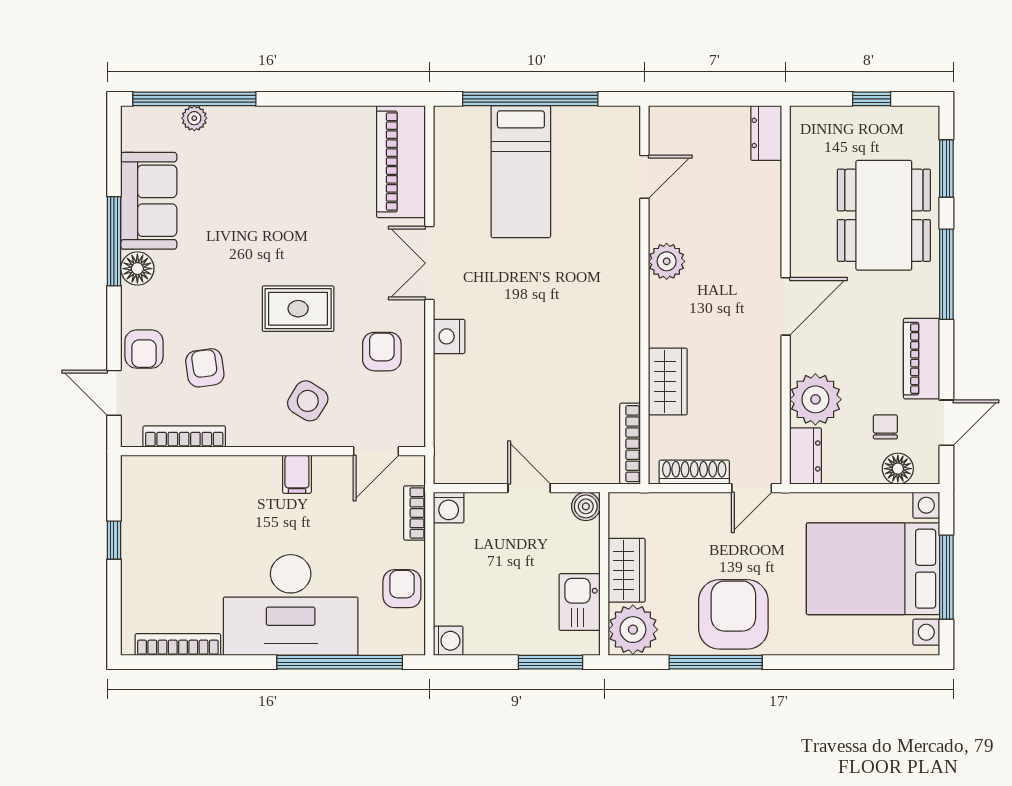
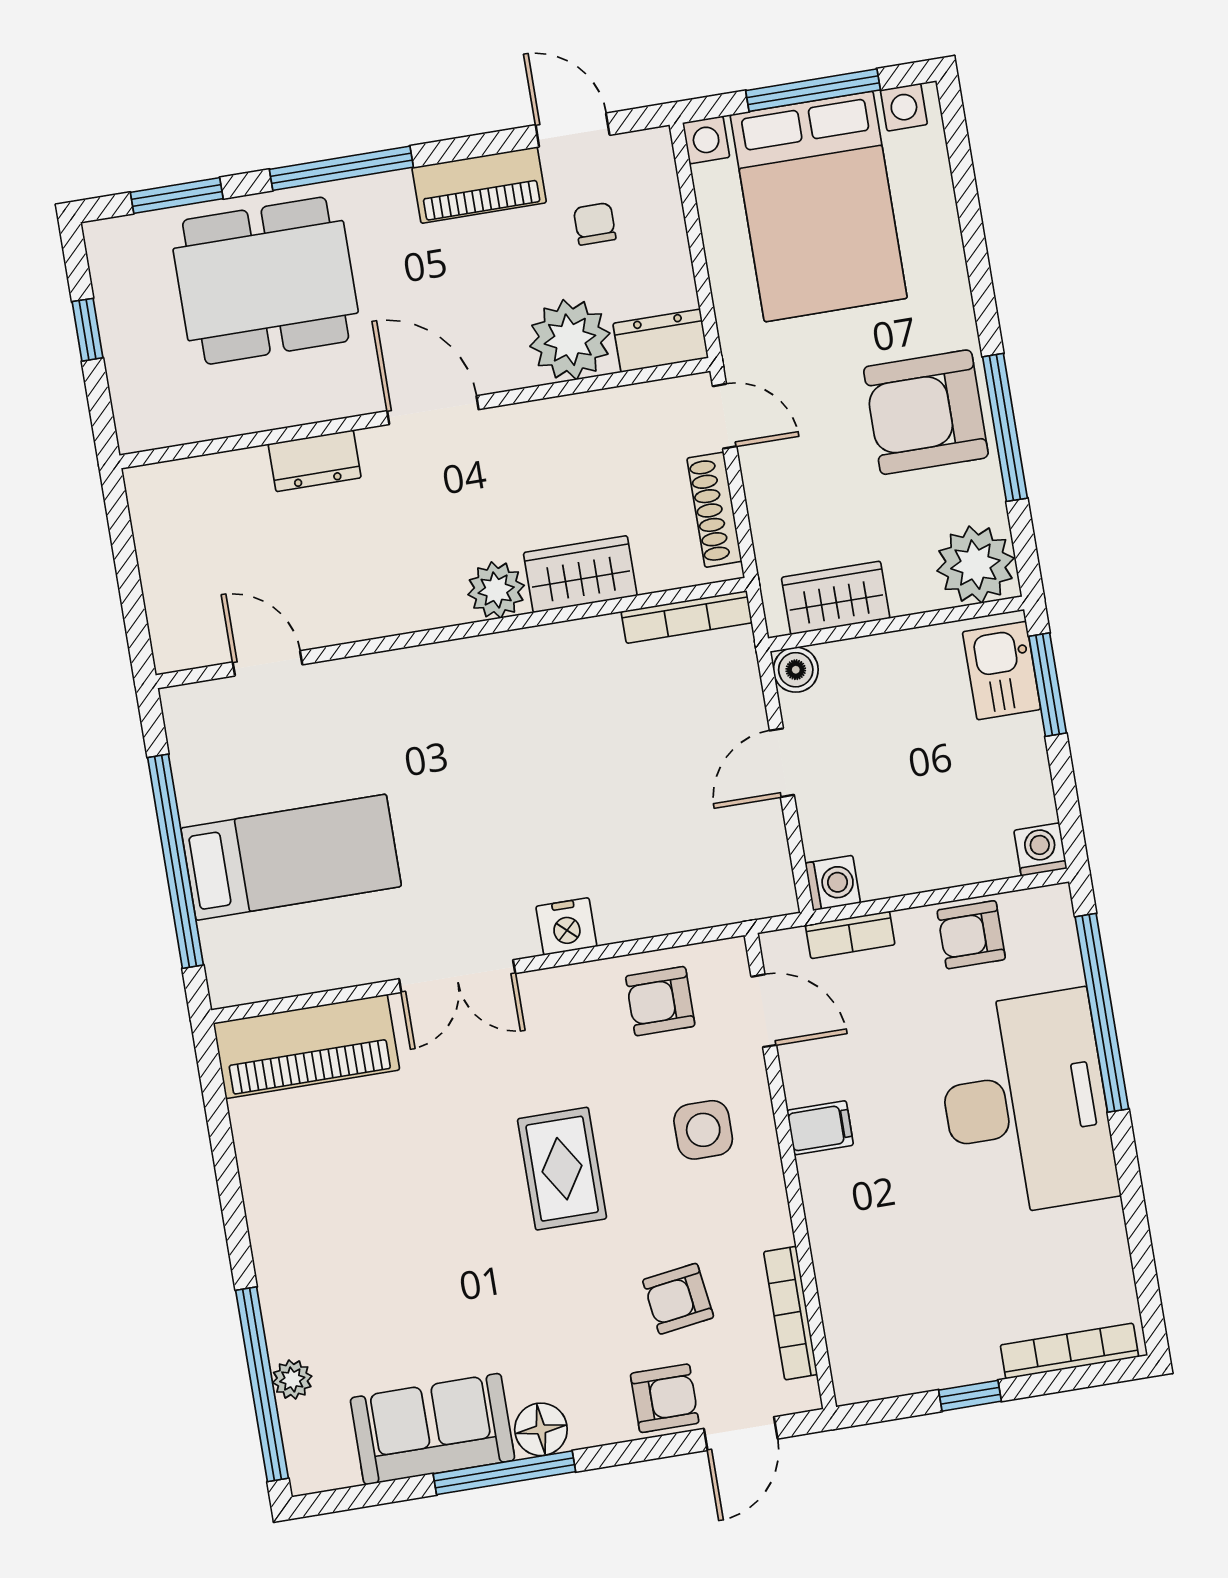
dresser: (766, 133) -> (315, 461), moved
plant: (667, 261) -> (496, 590), moved
armchair: (382, 352) -> (660, 1001), moved
side table: (308, 401) -> (703, 1130), turned -32
chair: (885, 427) -> (595, 224), turned 90
floor lamp: (898, 469) -> (656, 194), removed
wardrobe: (627, 570) -> (836, 598), moved
kitchen sink: (580, 602) -> (1002, 671), moved, turned 90
bookcase: (178, 645) -> (1069, 1351), moved, turned 90

